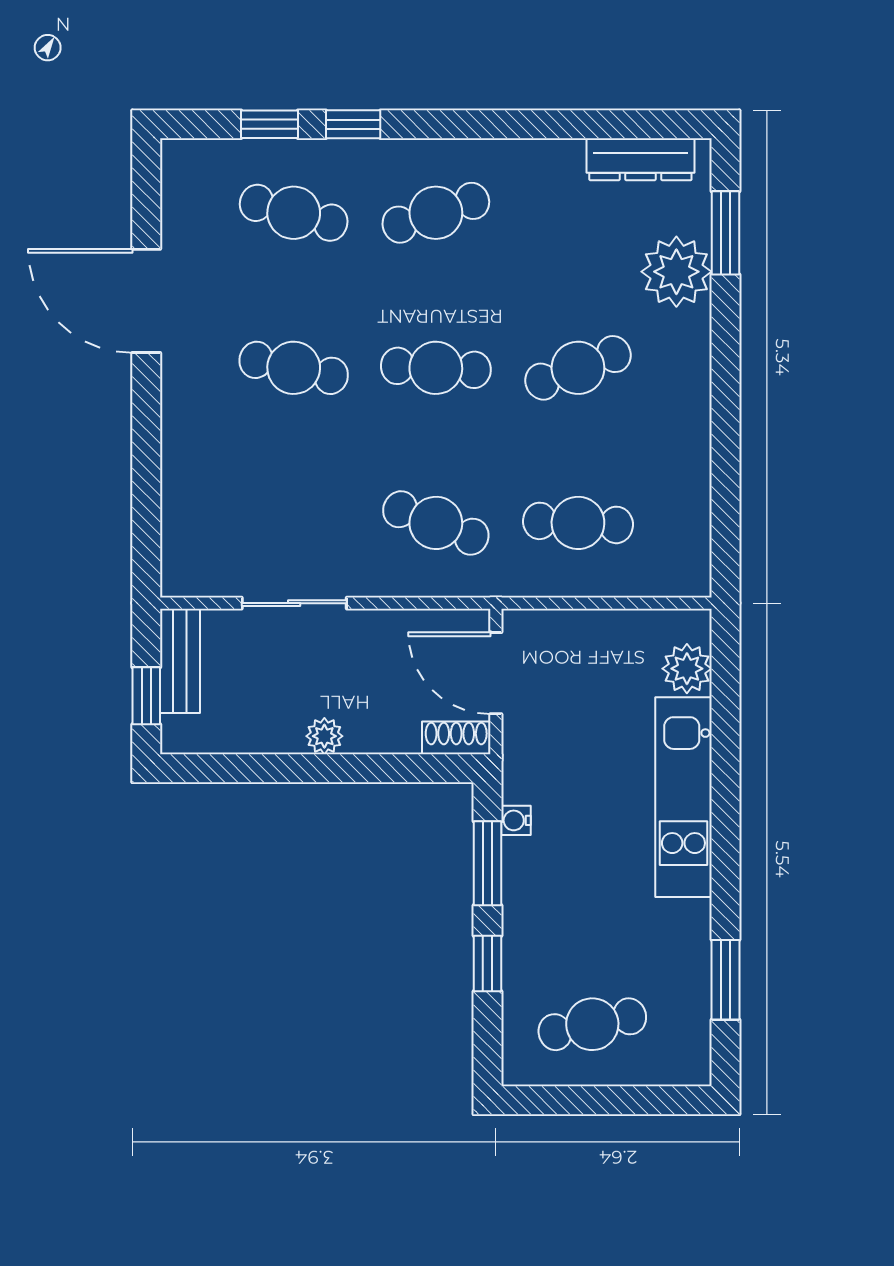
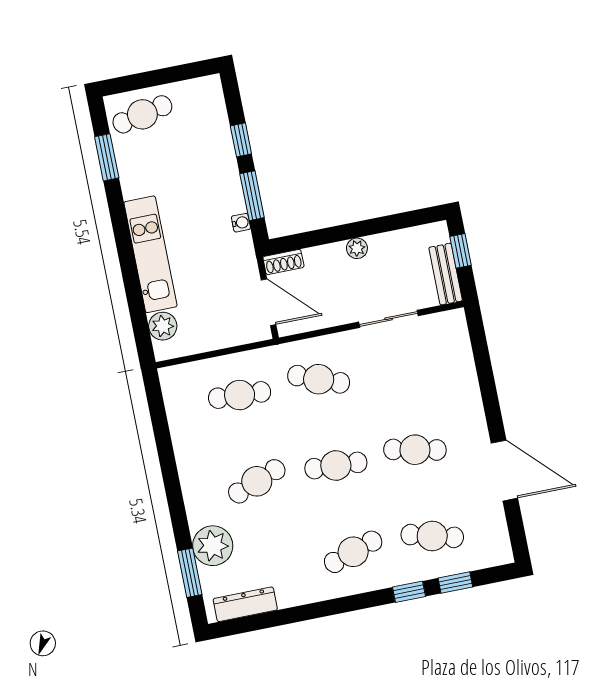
cafe table: (592, 1024) -> (142, 114), moved

